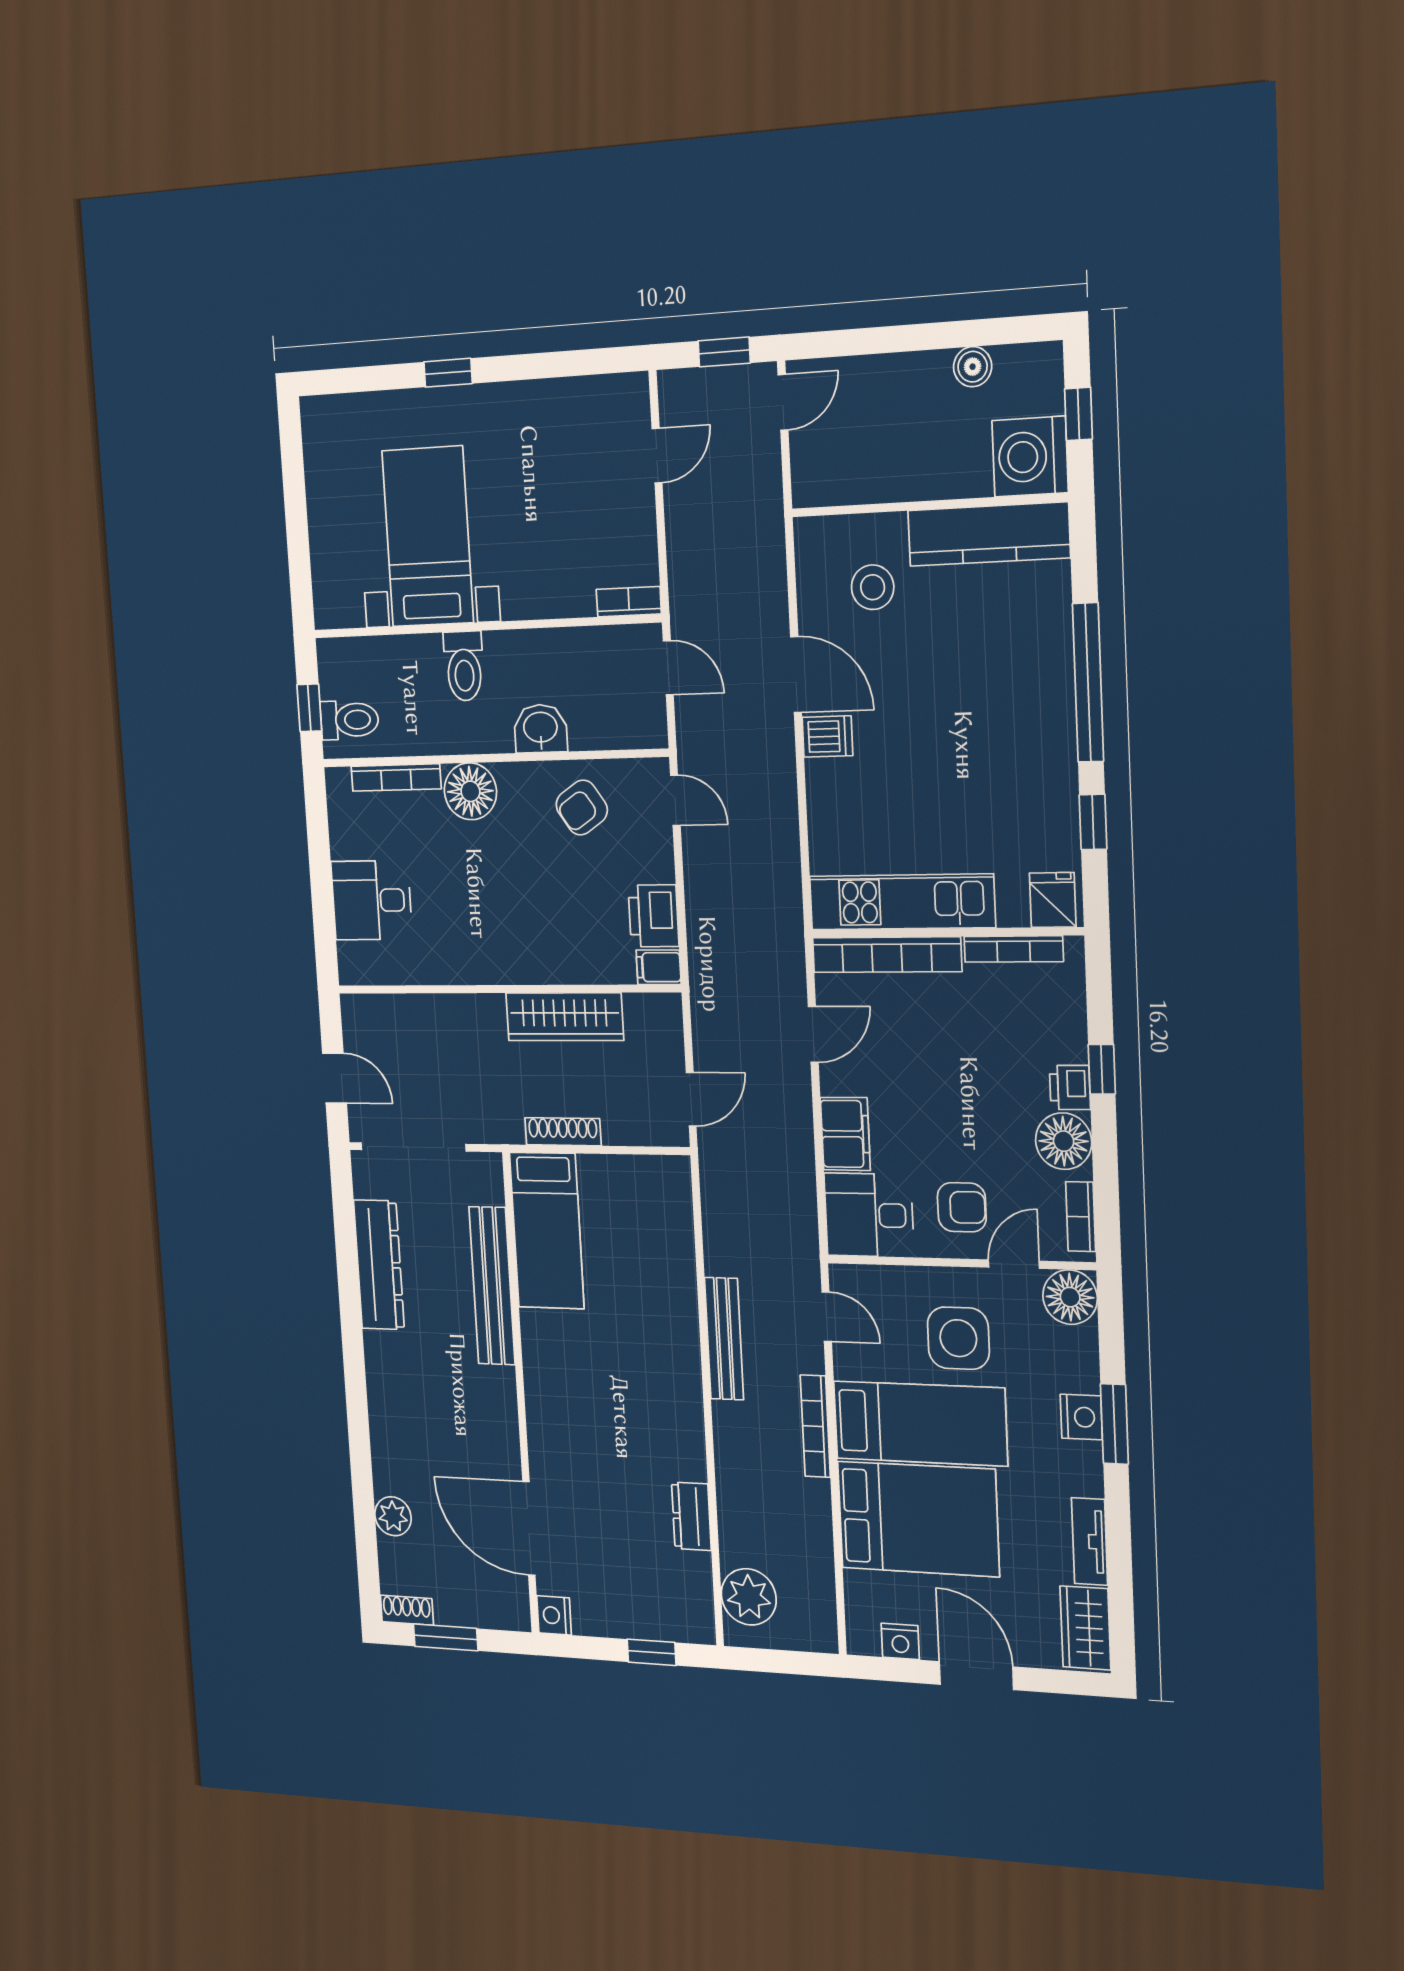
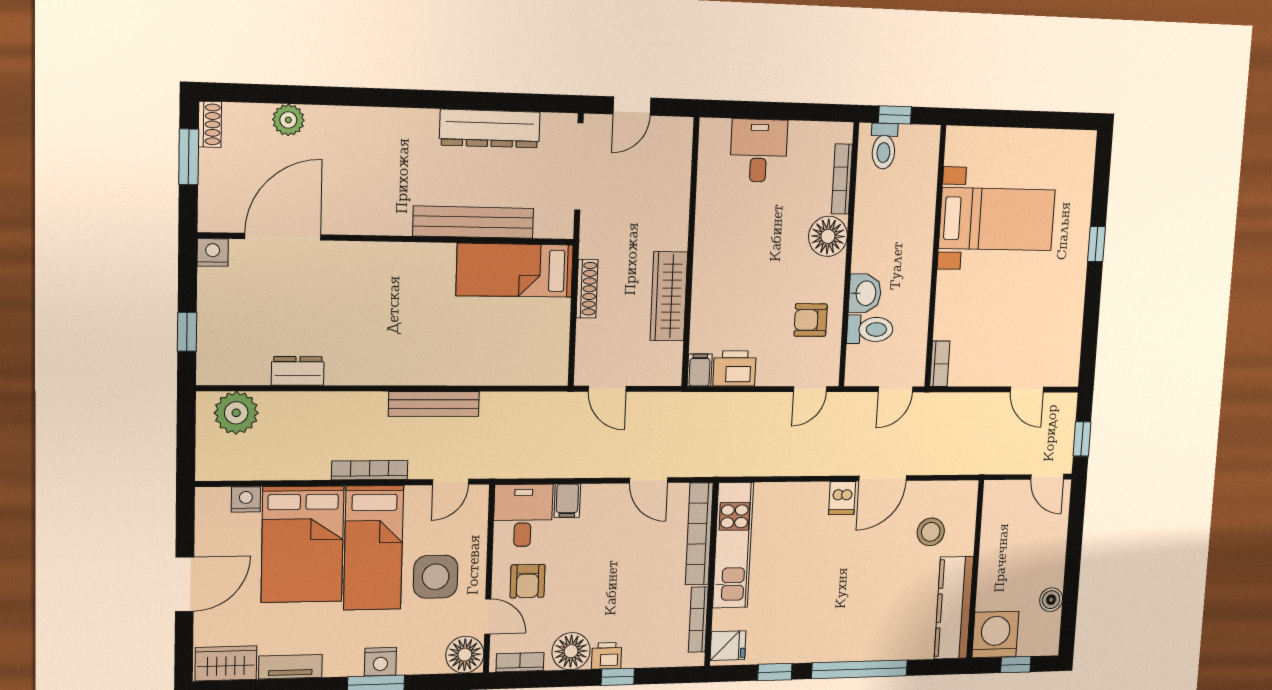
toilet: (464, 666) -> (870, 329), moved, turned 180
armchair: (582, 808) -> (811, 320), turned -56
filing cabinet: (845, 1134) -> (567, 501), width x0.50
nightstand: (900, 1641) -> (246, 499), moved, turned 90

